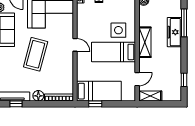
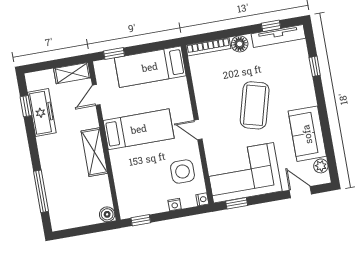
side table: (118, 30) -> (182, 172), moved
freezer: (174, 32) -> (42, 113), moved
window: (95, 104) -> (114, 54), moved

